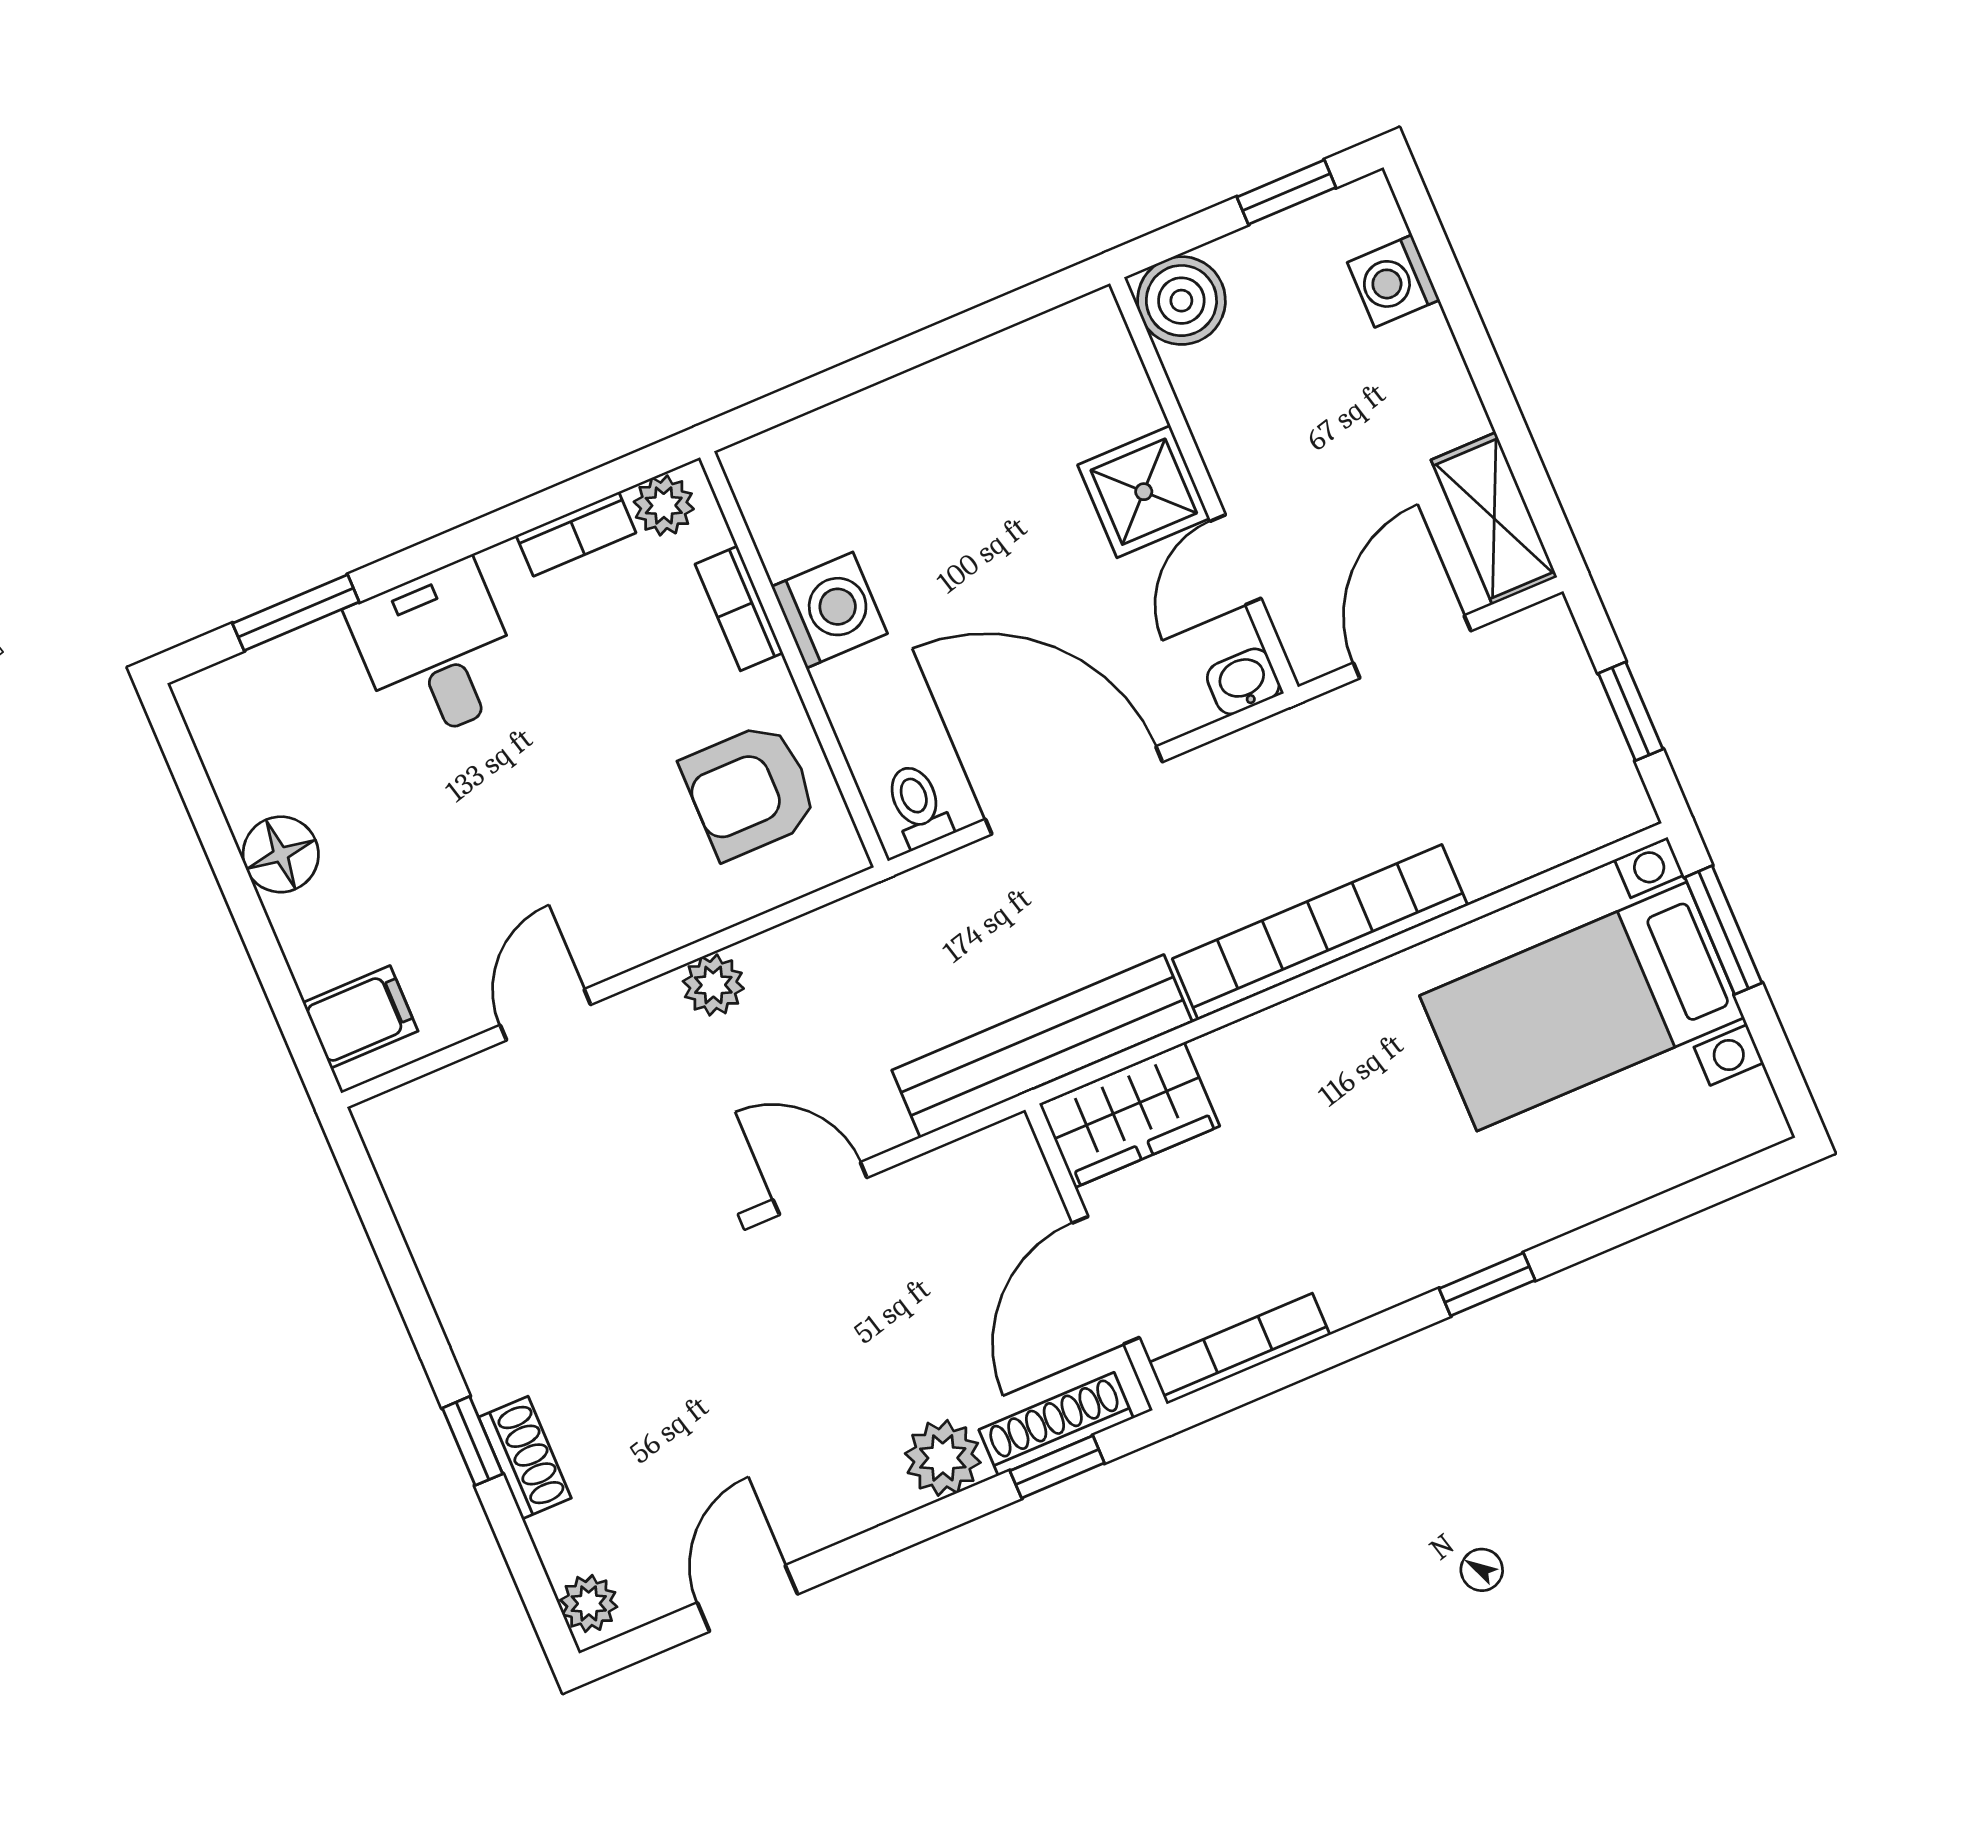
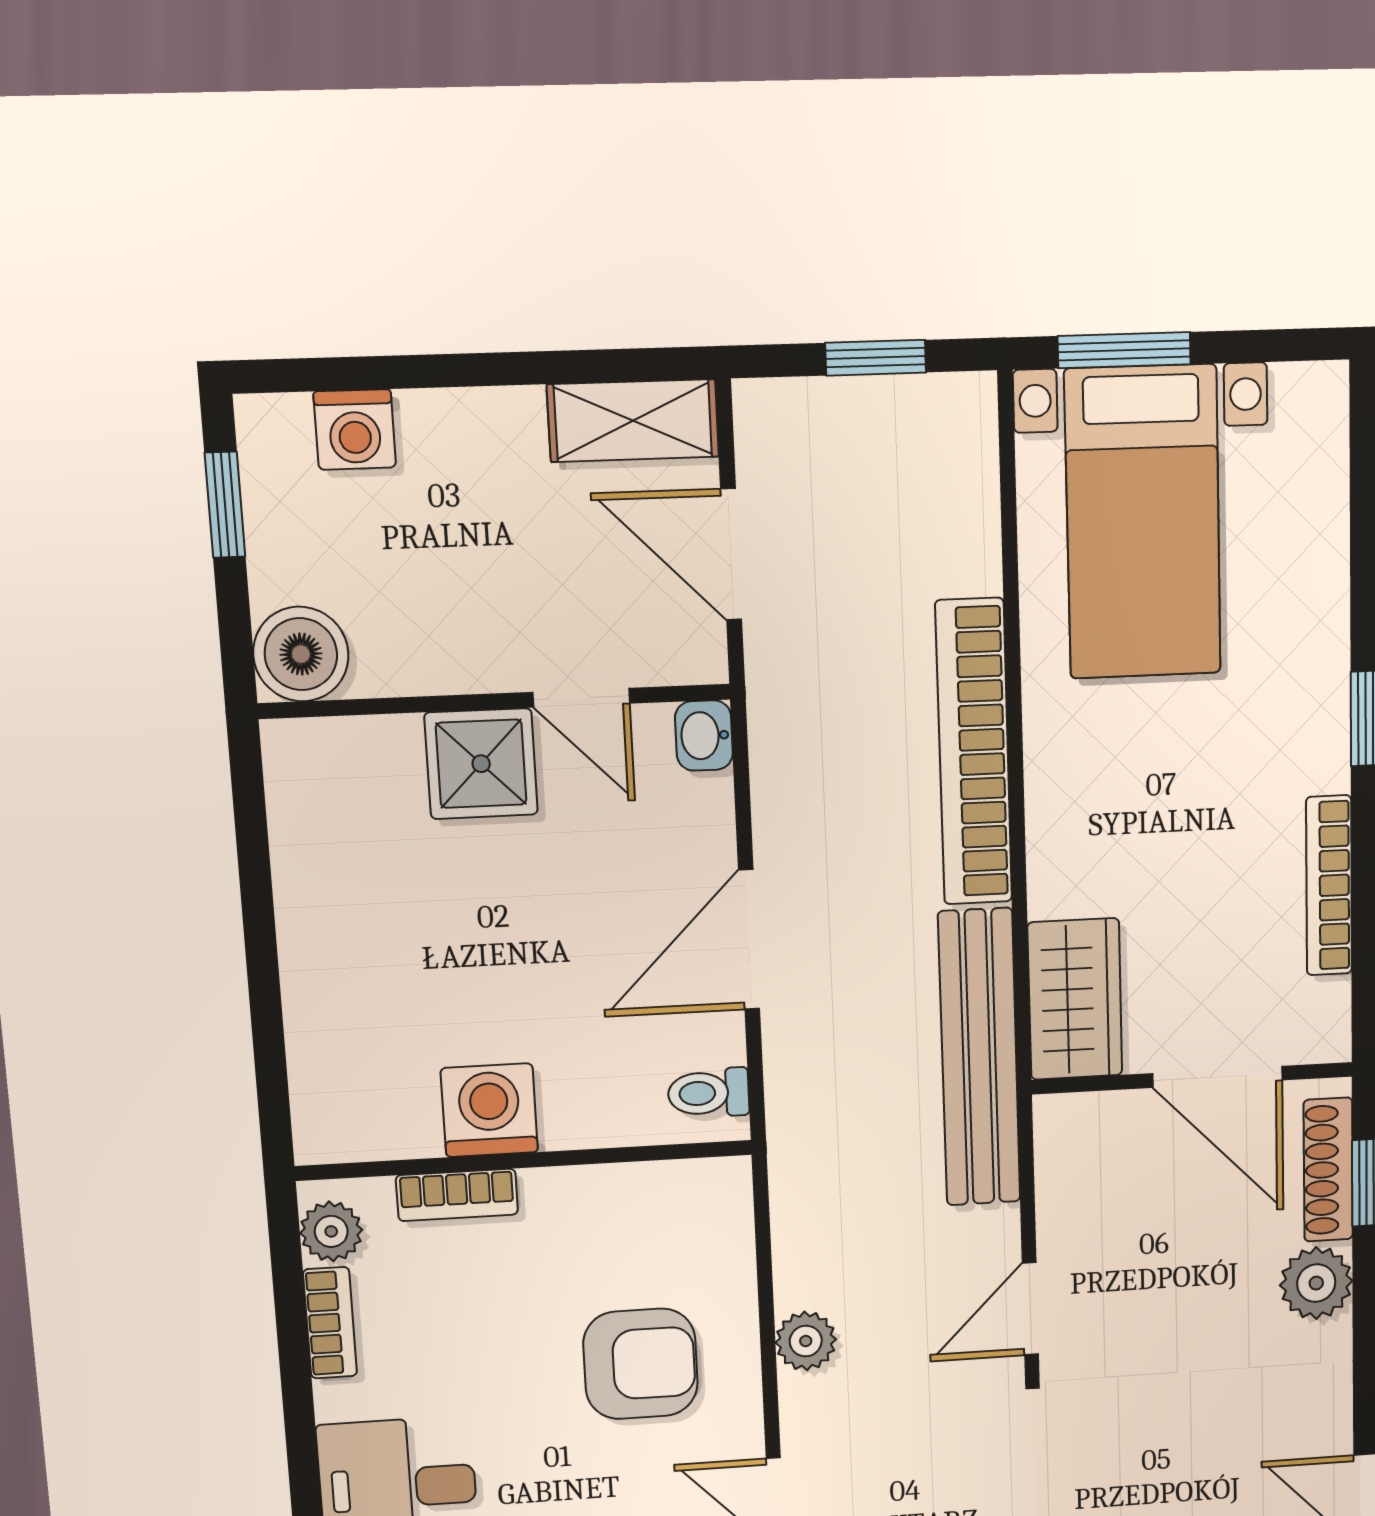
door: (1074, 790) -> (749, 940), width x0.73
armchair: (750, 791) -> (640, 1364), moved, turned -90
bookcase: (1240, 1349) -> (1329, 886), moved

